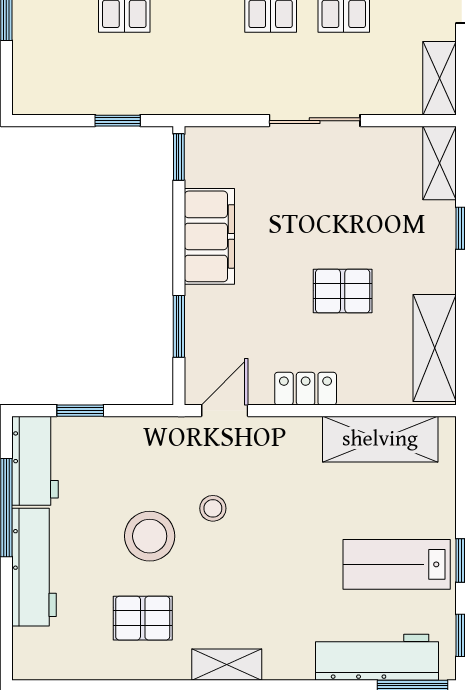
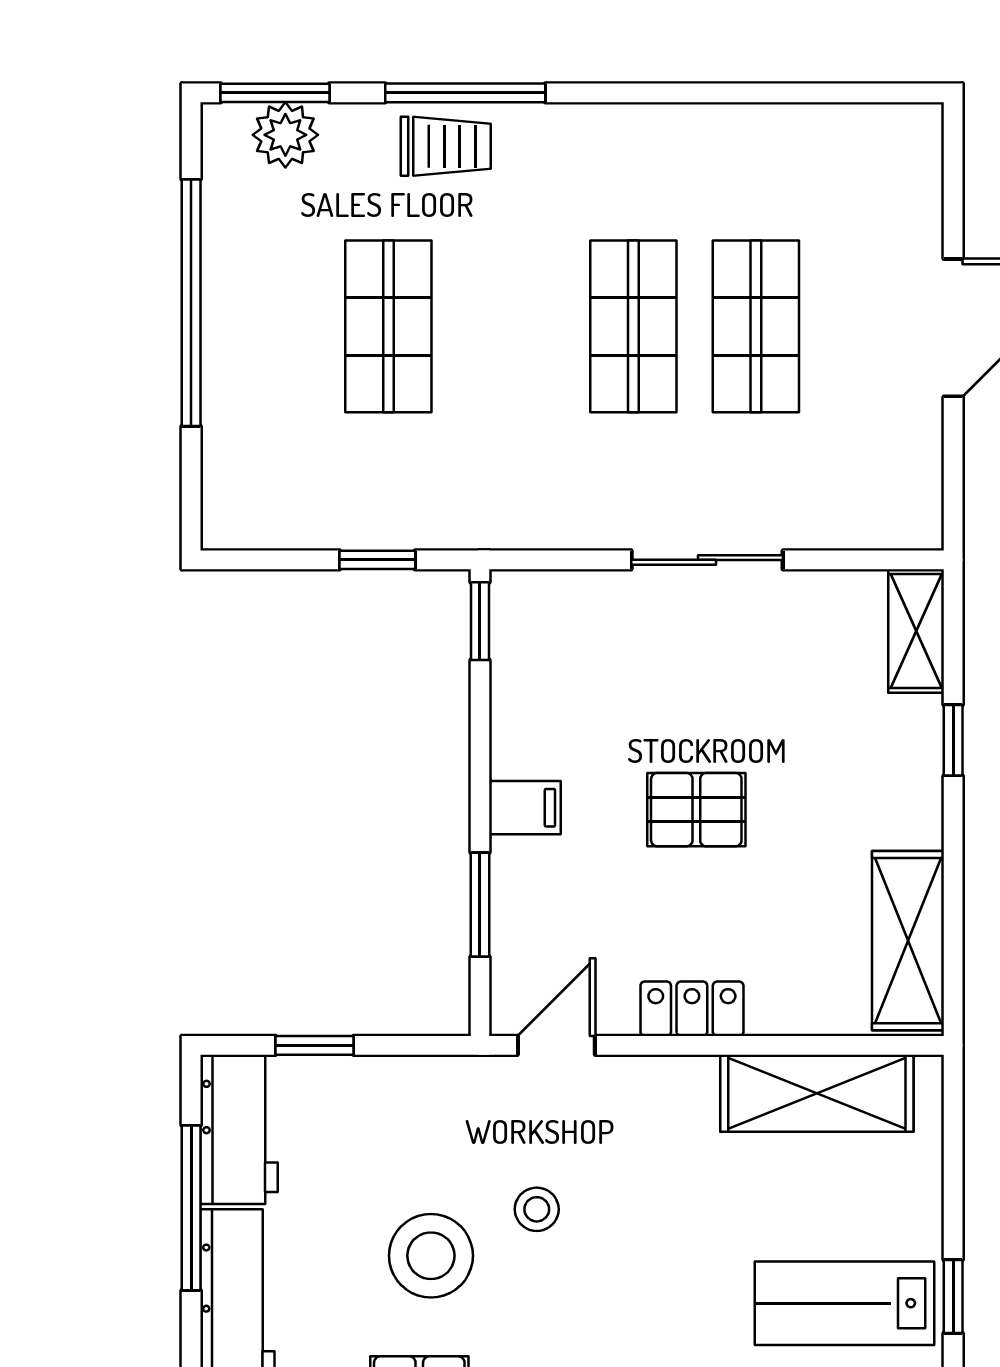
shelving: (440, 78) -> (916, 489), removed
filing cabinet: (209, 236) -> (525, 808), width x0.33, depth x0.86
pallet: (343, 291) -> (696, 810), moved

